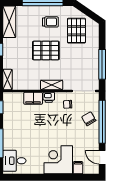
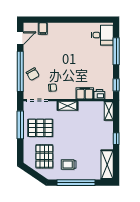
pallet: (46, 51) -> (40, 128), moved
printer: (49, 97) -> (99, 94), moved
door: (102, 157) -> (20, 38), hinge flipped
corner desk: (58, 160) -> (61, 36), removed

